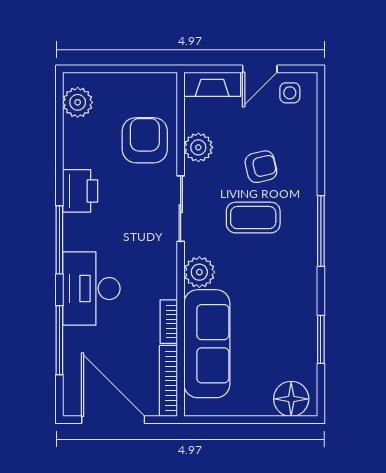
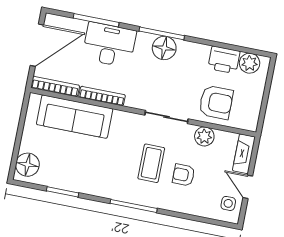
armchair: (261, 167) -> (184, 175), turned 103
printer: (80, 191) -> (224, 60), moved
floor lamp: (80, 232) -> (164, 48), added
plant: (199, 272) -> (122, 121), removed
desk: (91, 289) -> (109, 45), moved
bookcase: (169, 322) -> (102, 96), width x1.56

